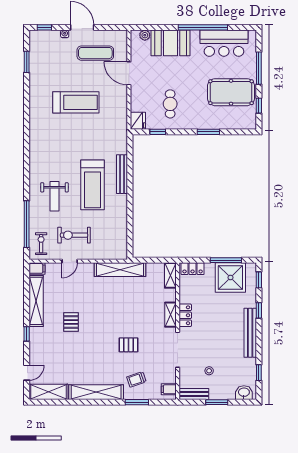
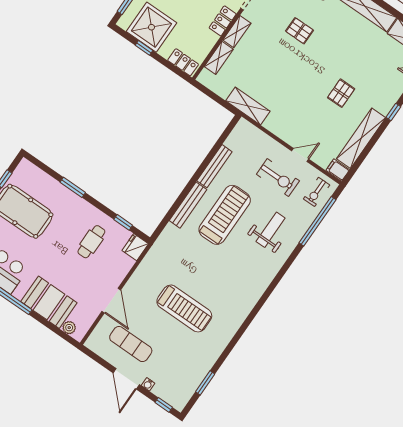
treadmill: (76, 102) -> (184, 308), turned 180
bench: (122, 213) -> (214, 166), added
window: (226, 260) -> (144, 48), width x0.46
shelving: (120, 270) -> (248, 106), width x0.68
shelving: (170, 275) -> (219, 58), moved

